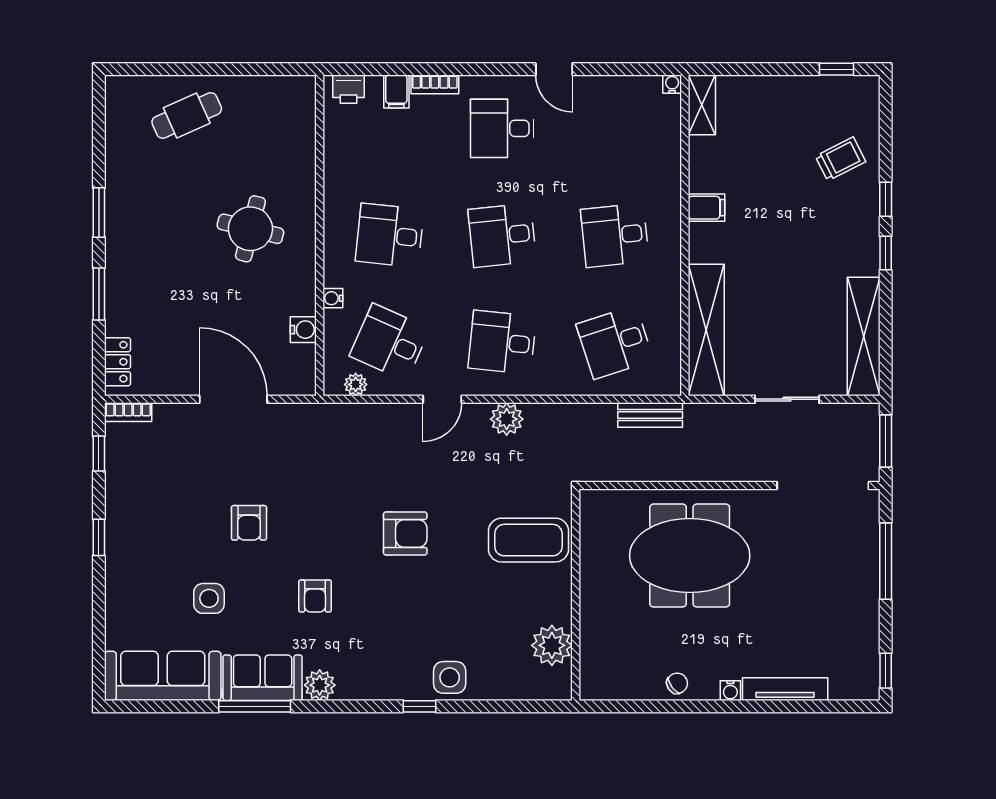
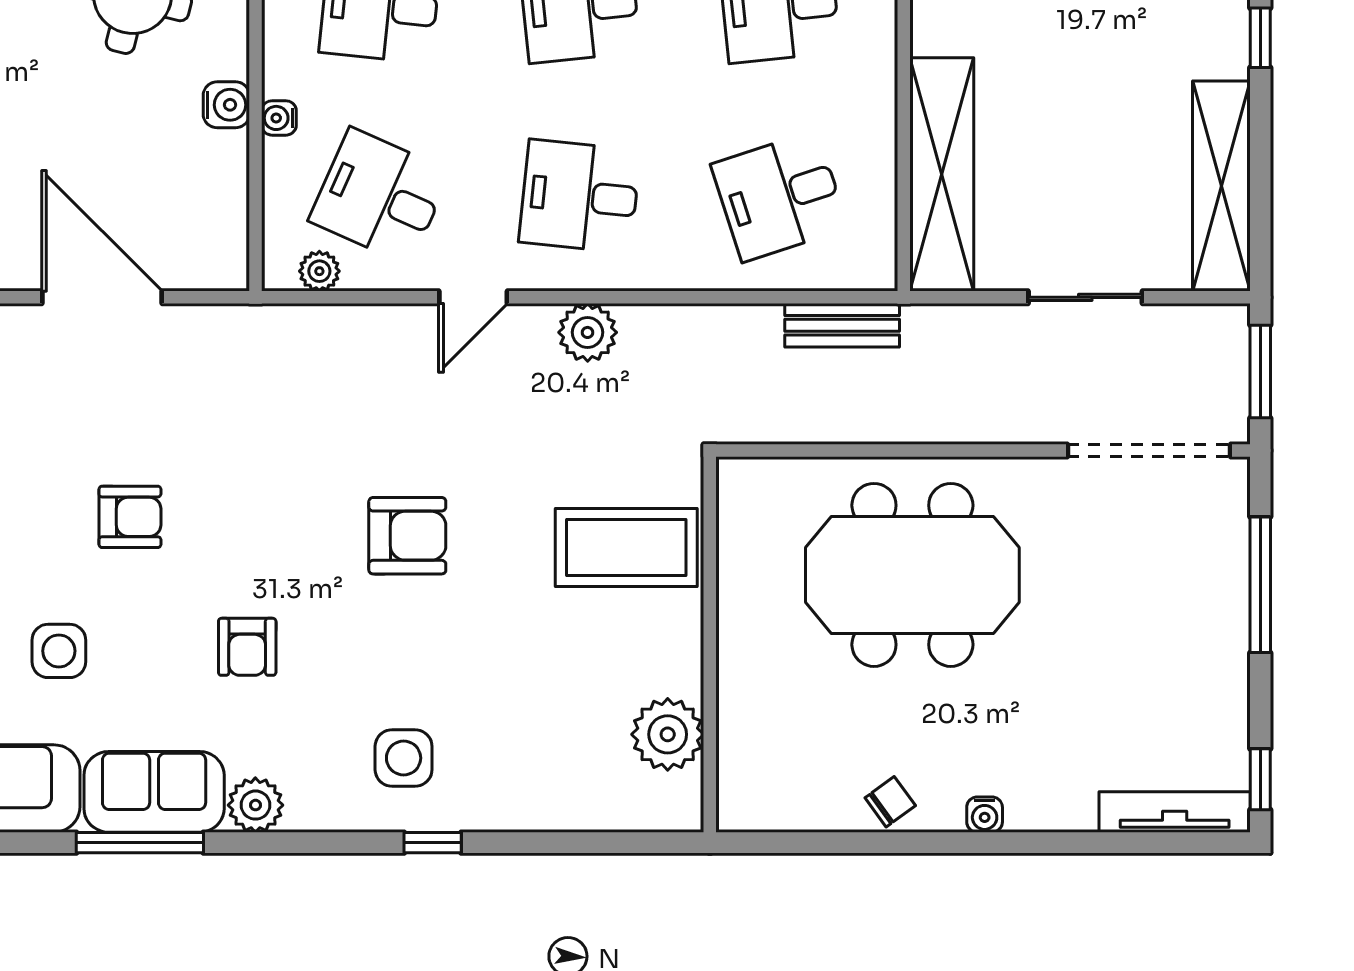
water cooler: (303, 330) -> (226, 105), moved
armchair: (249, 523) -> (130, 517), turned -90
side table: (450, 677) -> (404, 758), moved
tv unit: (785, 689) -> (1175, 812), moved

